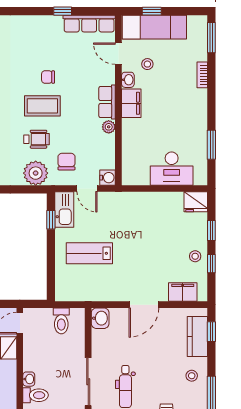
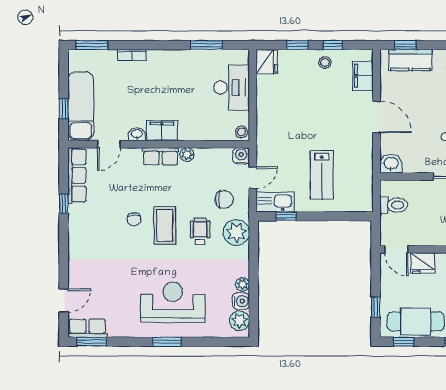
stool: (147, 64) -> (241, 132), moved
chair: (66, 162) -> (224, 200), turned 180

